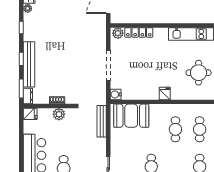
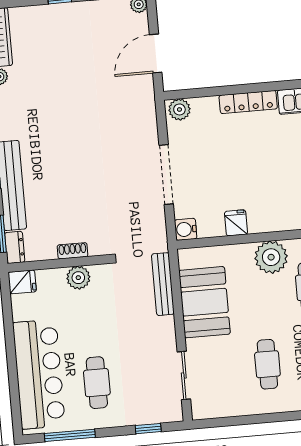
locker: (139, 32) -> (248, 102), moved
fridge: (165, 93) -> (236, 223), moved
plant: (158, 112) -> (271, 257), added
booth: (131, 116) -> (205, 302), moved, turned 90

